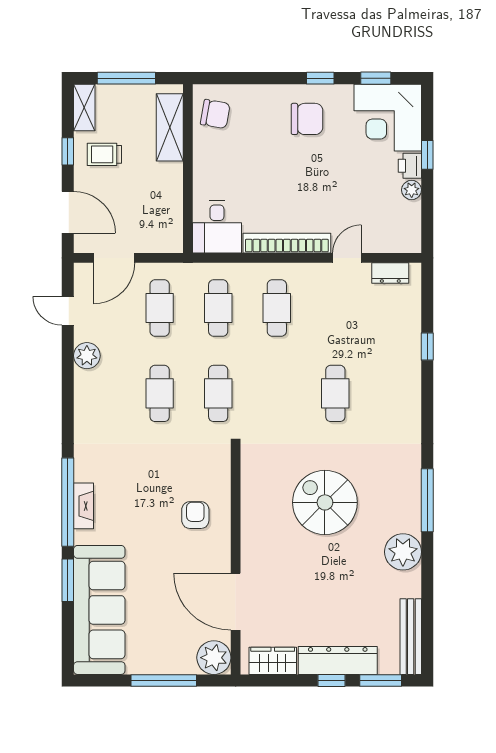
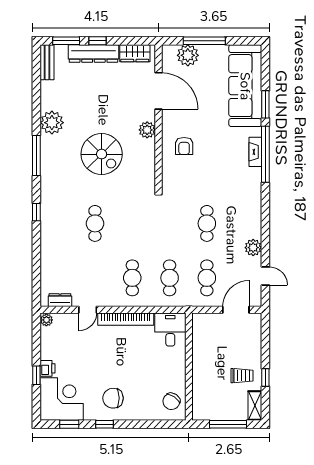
chair: (215, 114) -> (171, 401), turned -66
shelving: (170, 127) -> (200, 393), removed
plant: (412, 190) -> (46, 320), moved
door: (68, 212) -> (265, 339), removed
window: (427, 347) -> (36, 212), moved
cafe table: (218, 393) -> (170, 223), removed
plant: (253, 540) -> (147, 130), added
bench: (411, 637) -> (47, 62), width x0.73
plant: (214, 658) -> (188, 55), moved

